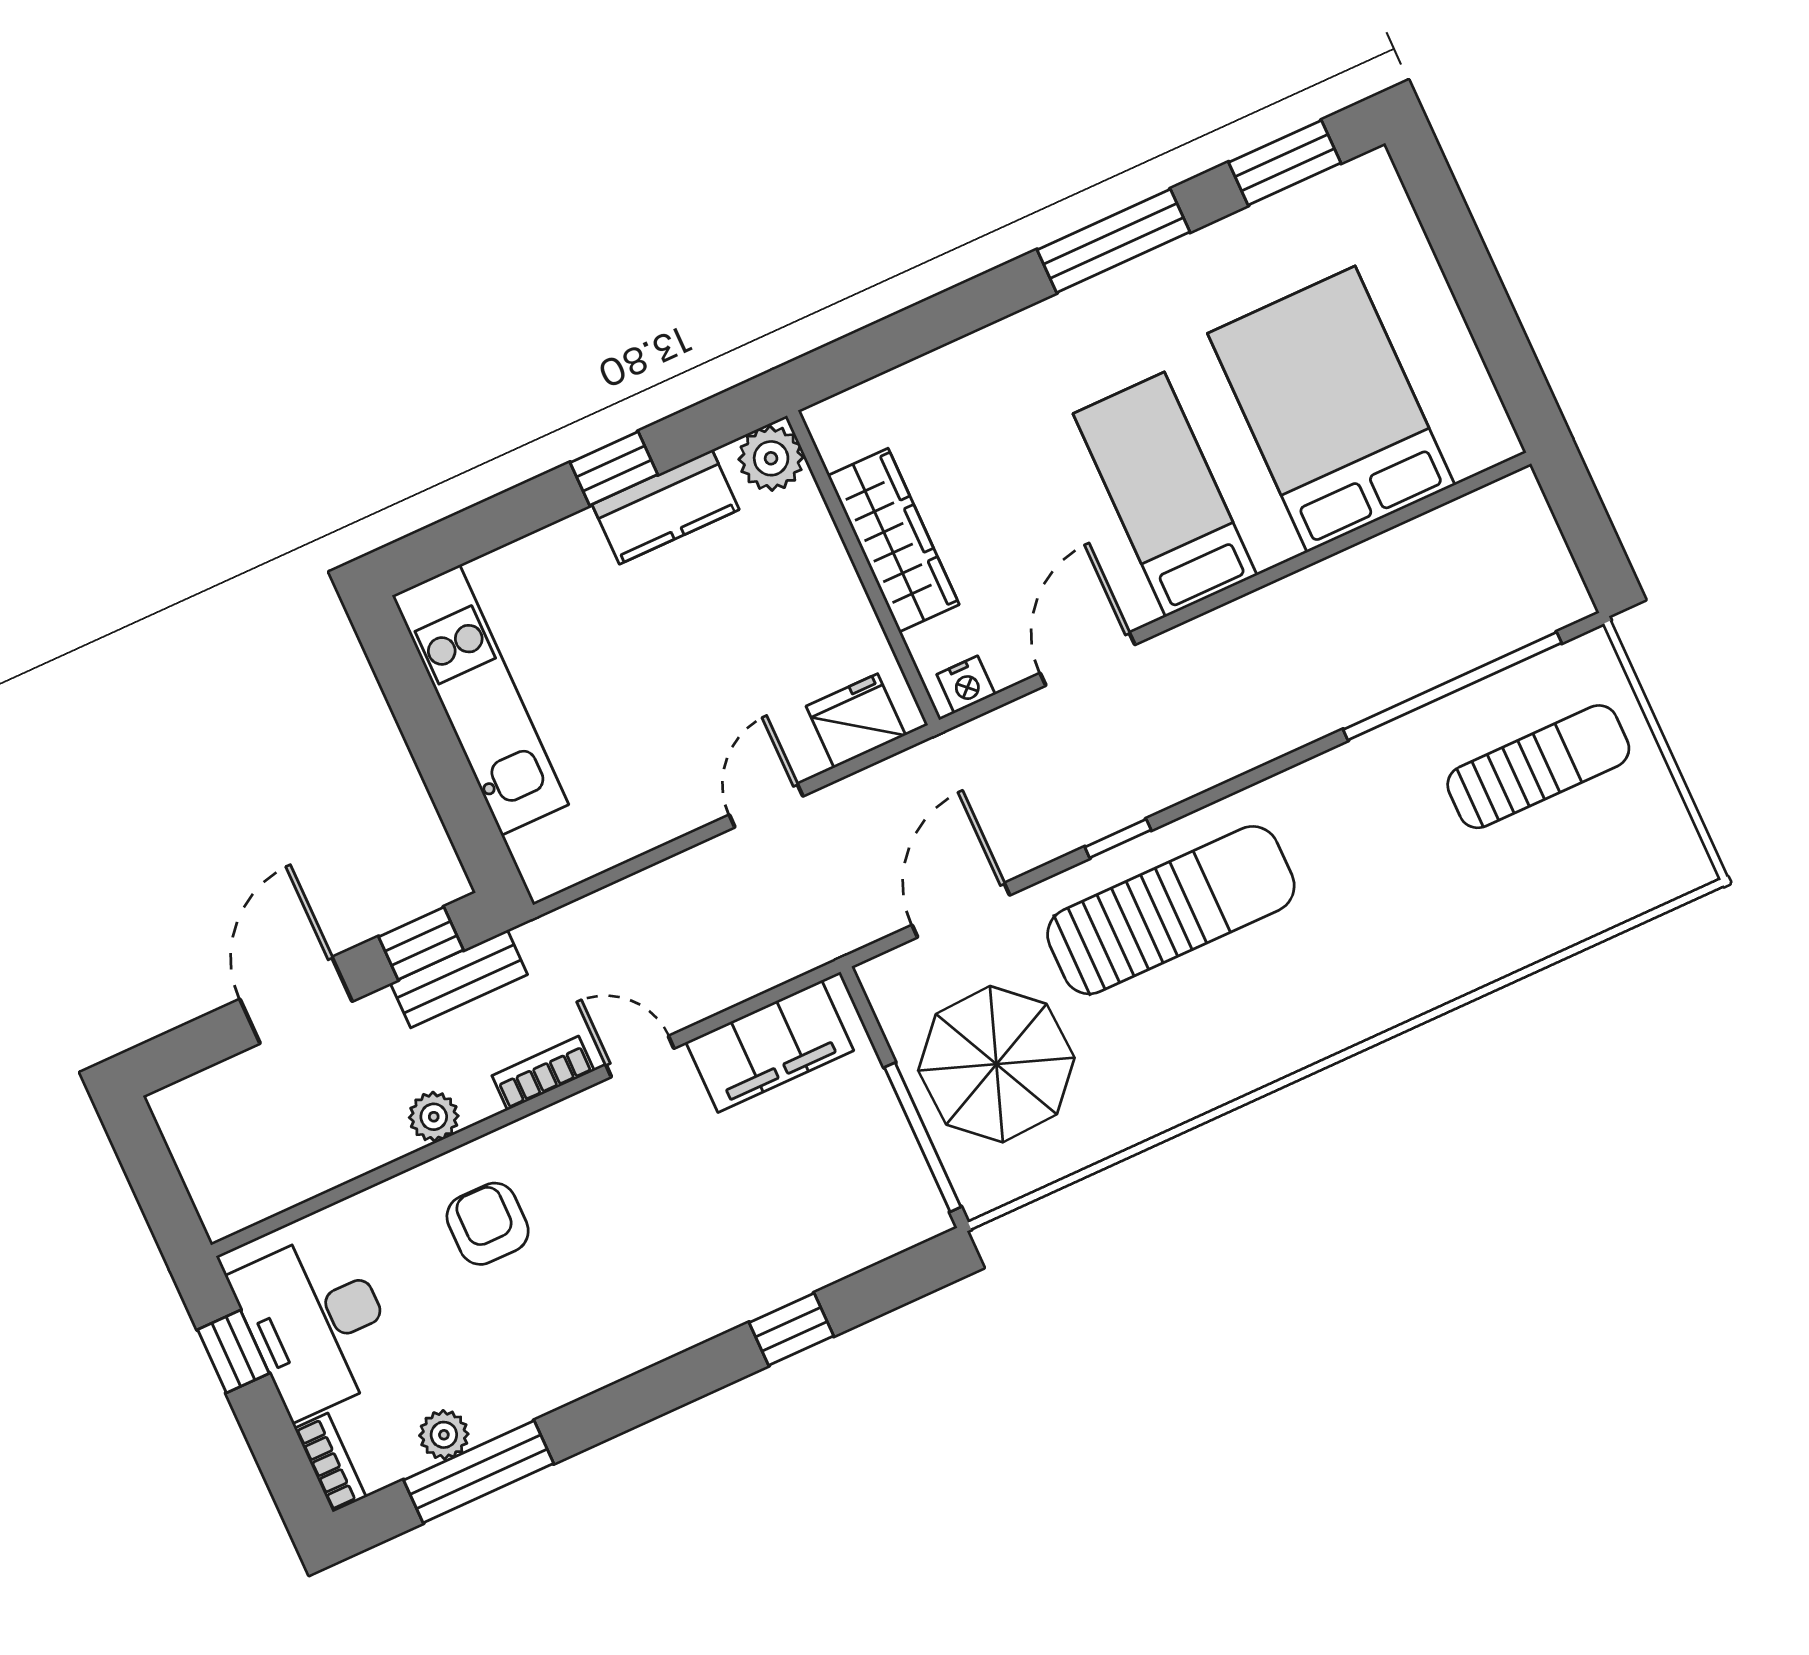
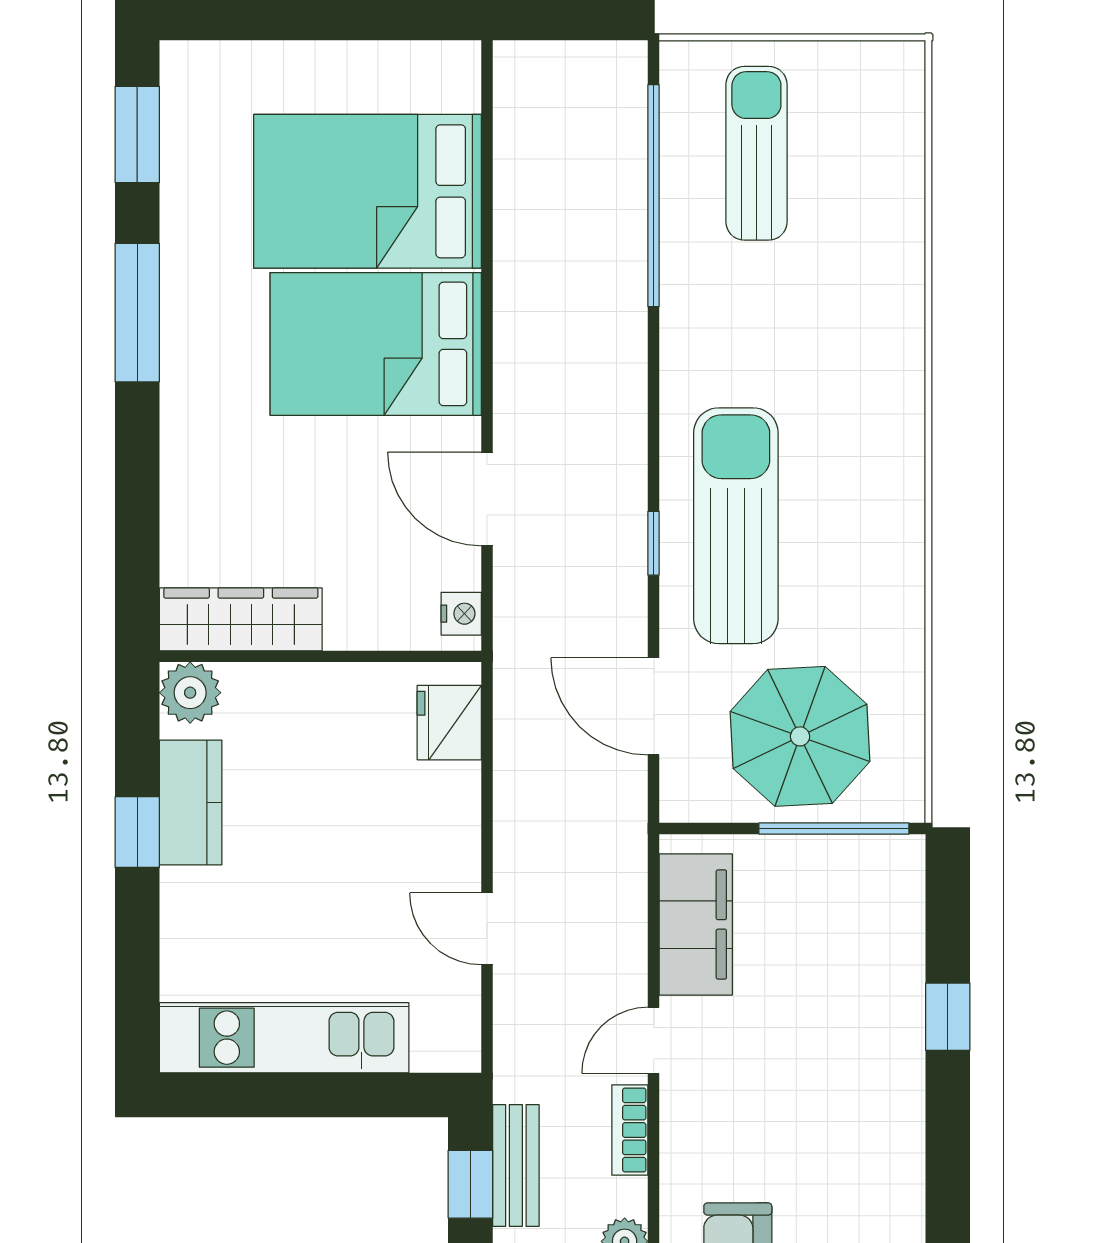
bed: (1165, 494) -> (376, 344), width x1.50
wardrobe: (893, 540) -> (241, 619), moved
door: (766, 805) -> (487, 929), moved

